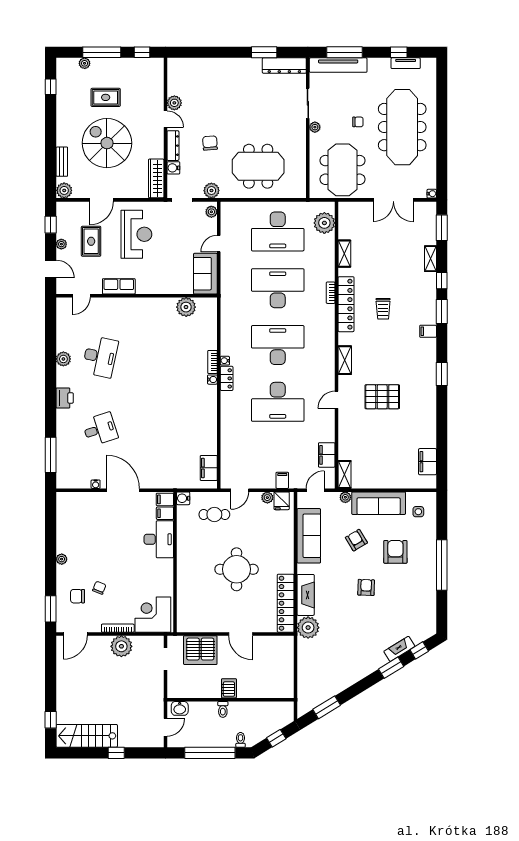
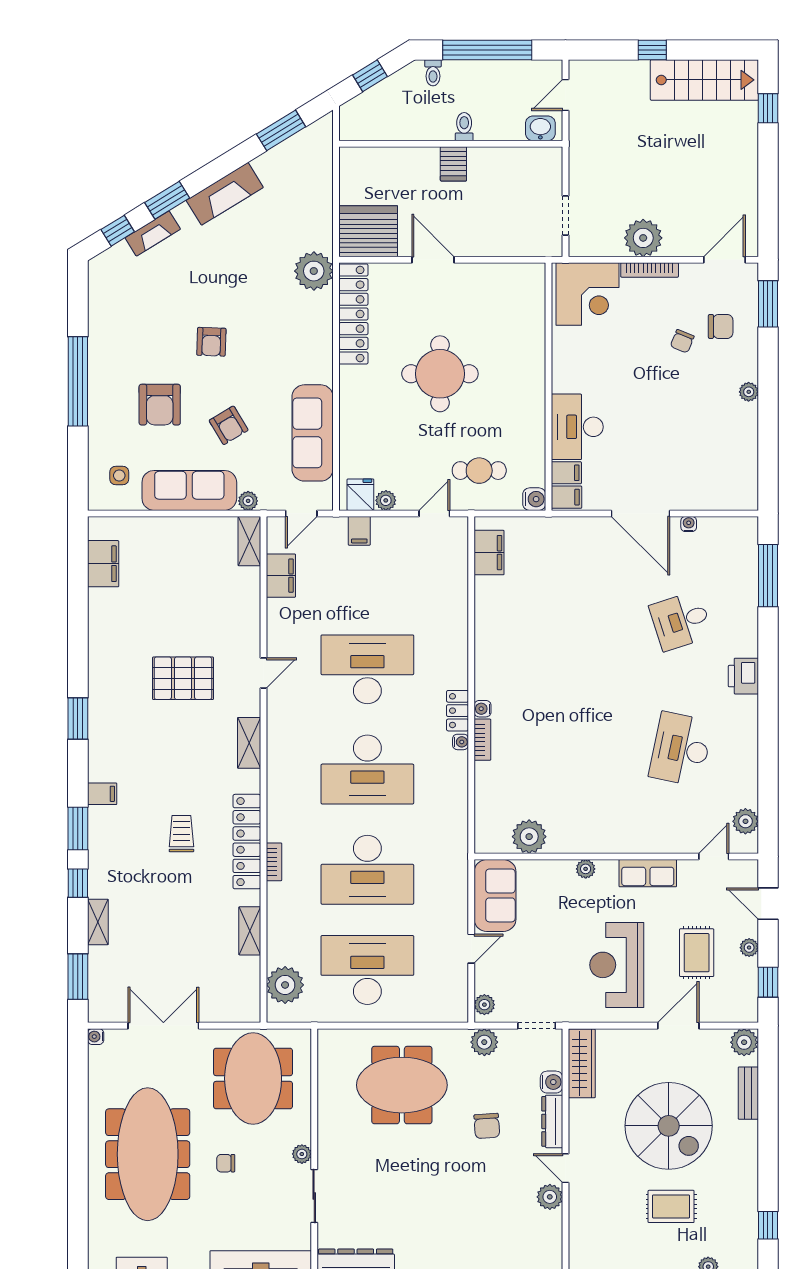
plant: (154, 289) -> (586, 869), added
plant: (63, 359) -> (745, 821), moved
fireplace: (306, 595) -> (225, 194), moved, turned -122
server rack: (200, 650) -> (368, 231), moved

